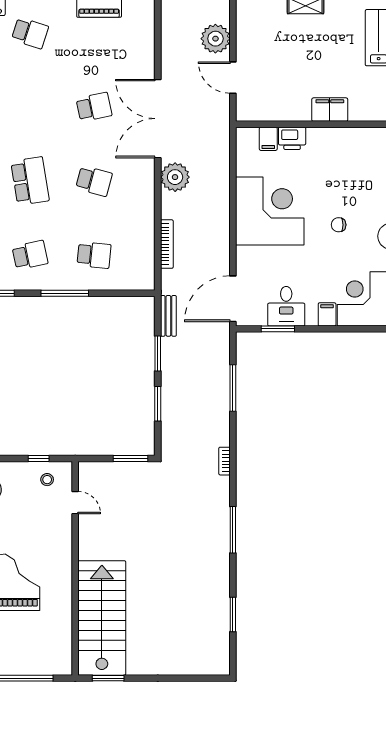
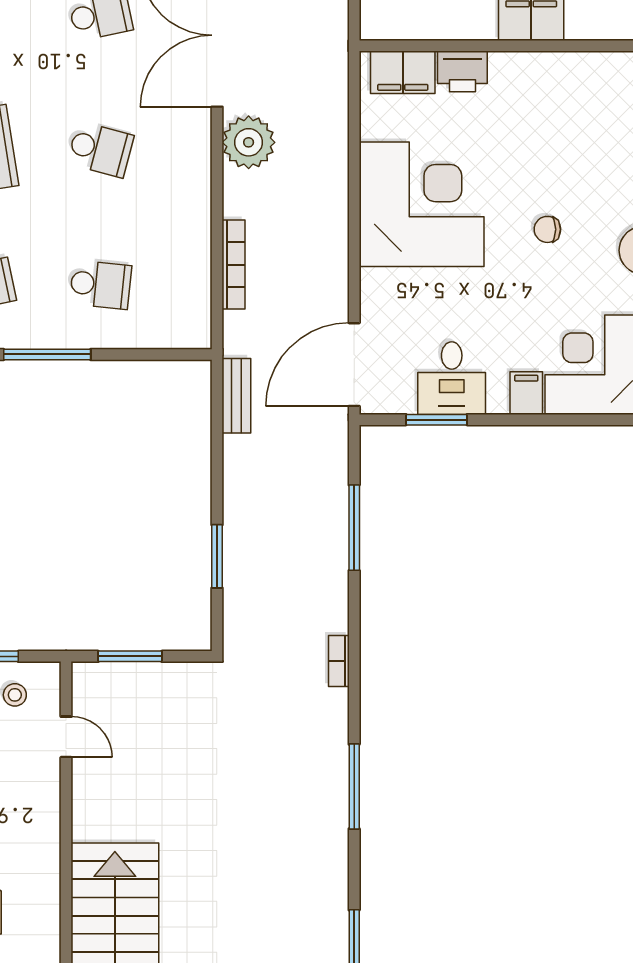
filing cabinet: (268, 139) -> (403, 72), width x2.00
window: (158, 353) -> (217, 465), removed
window: (130, 458) -> (130, 656), moved

